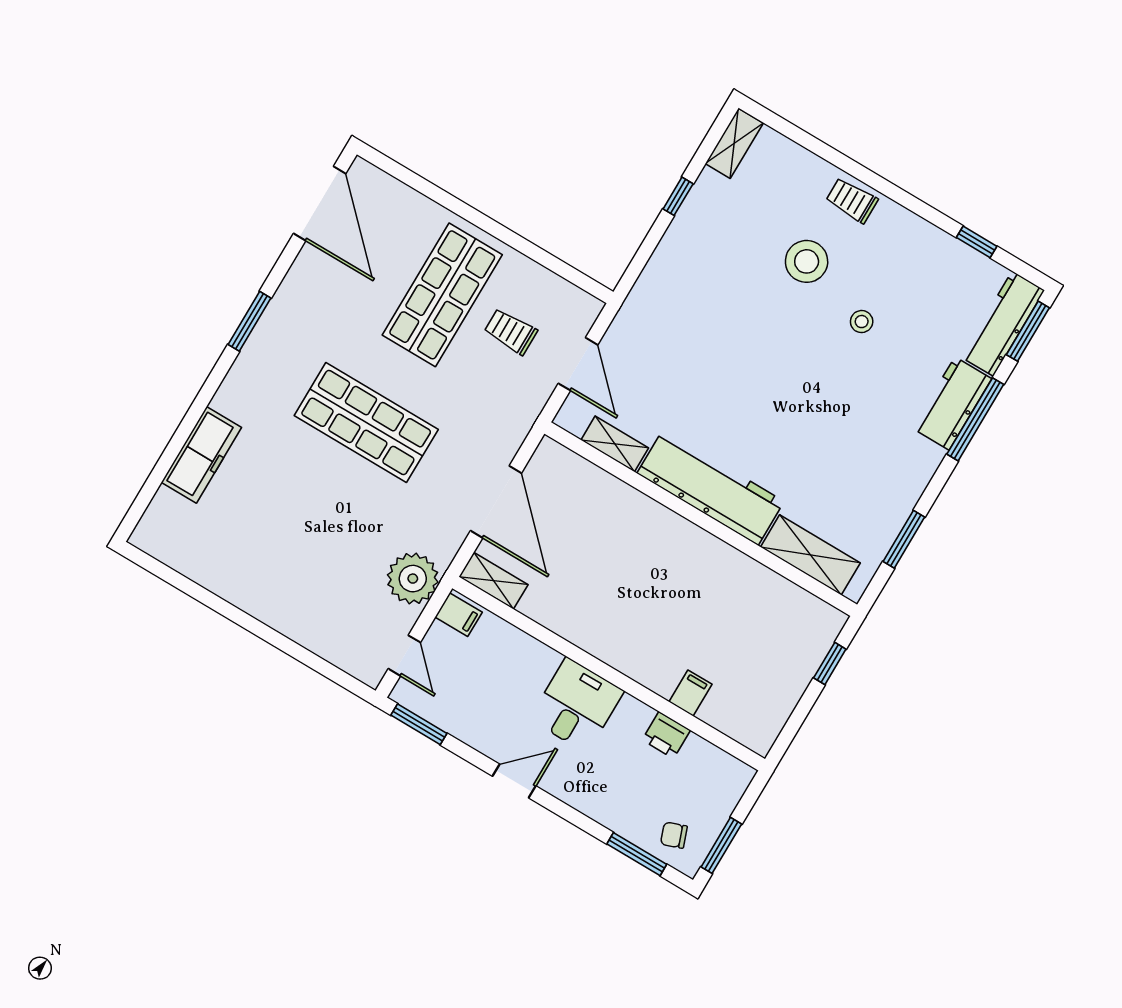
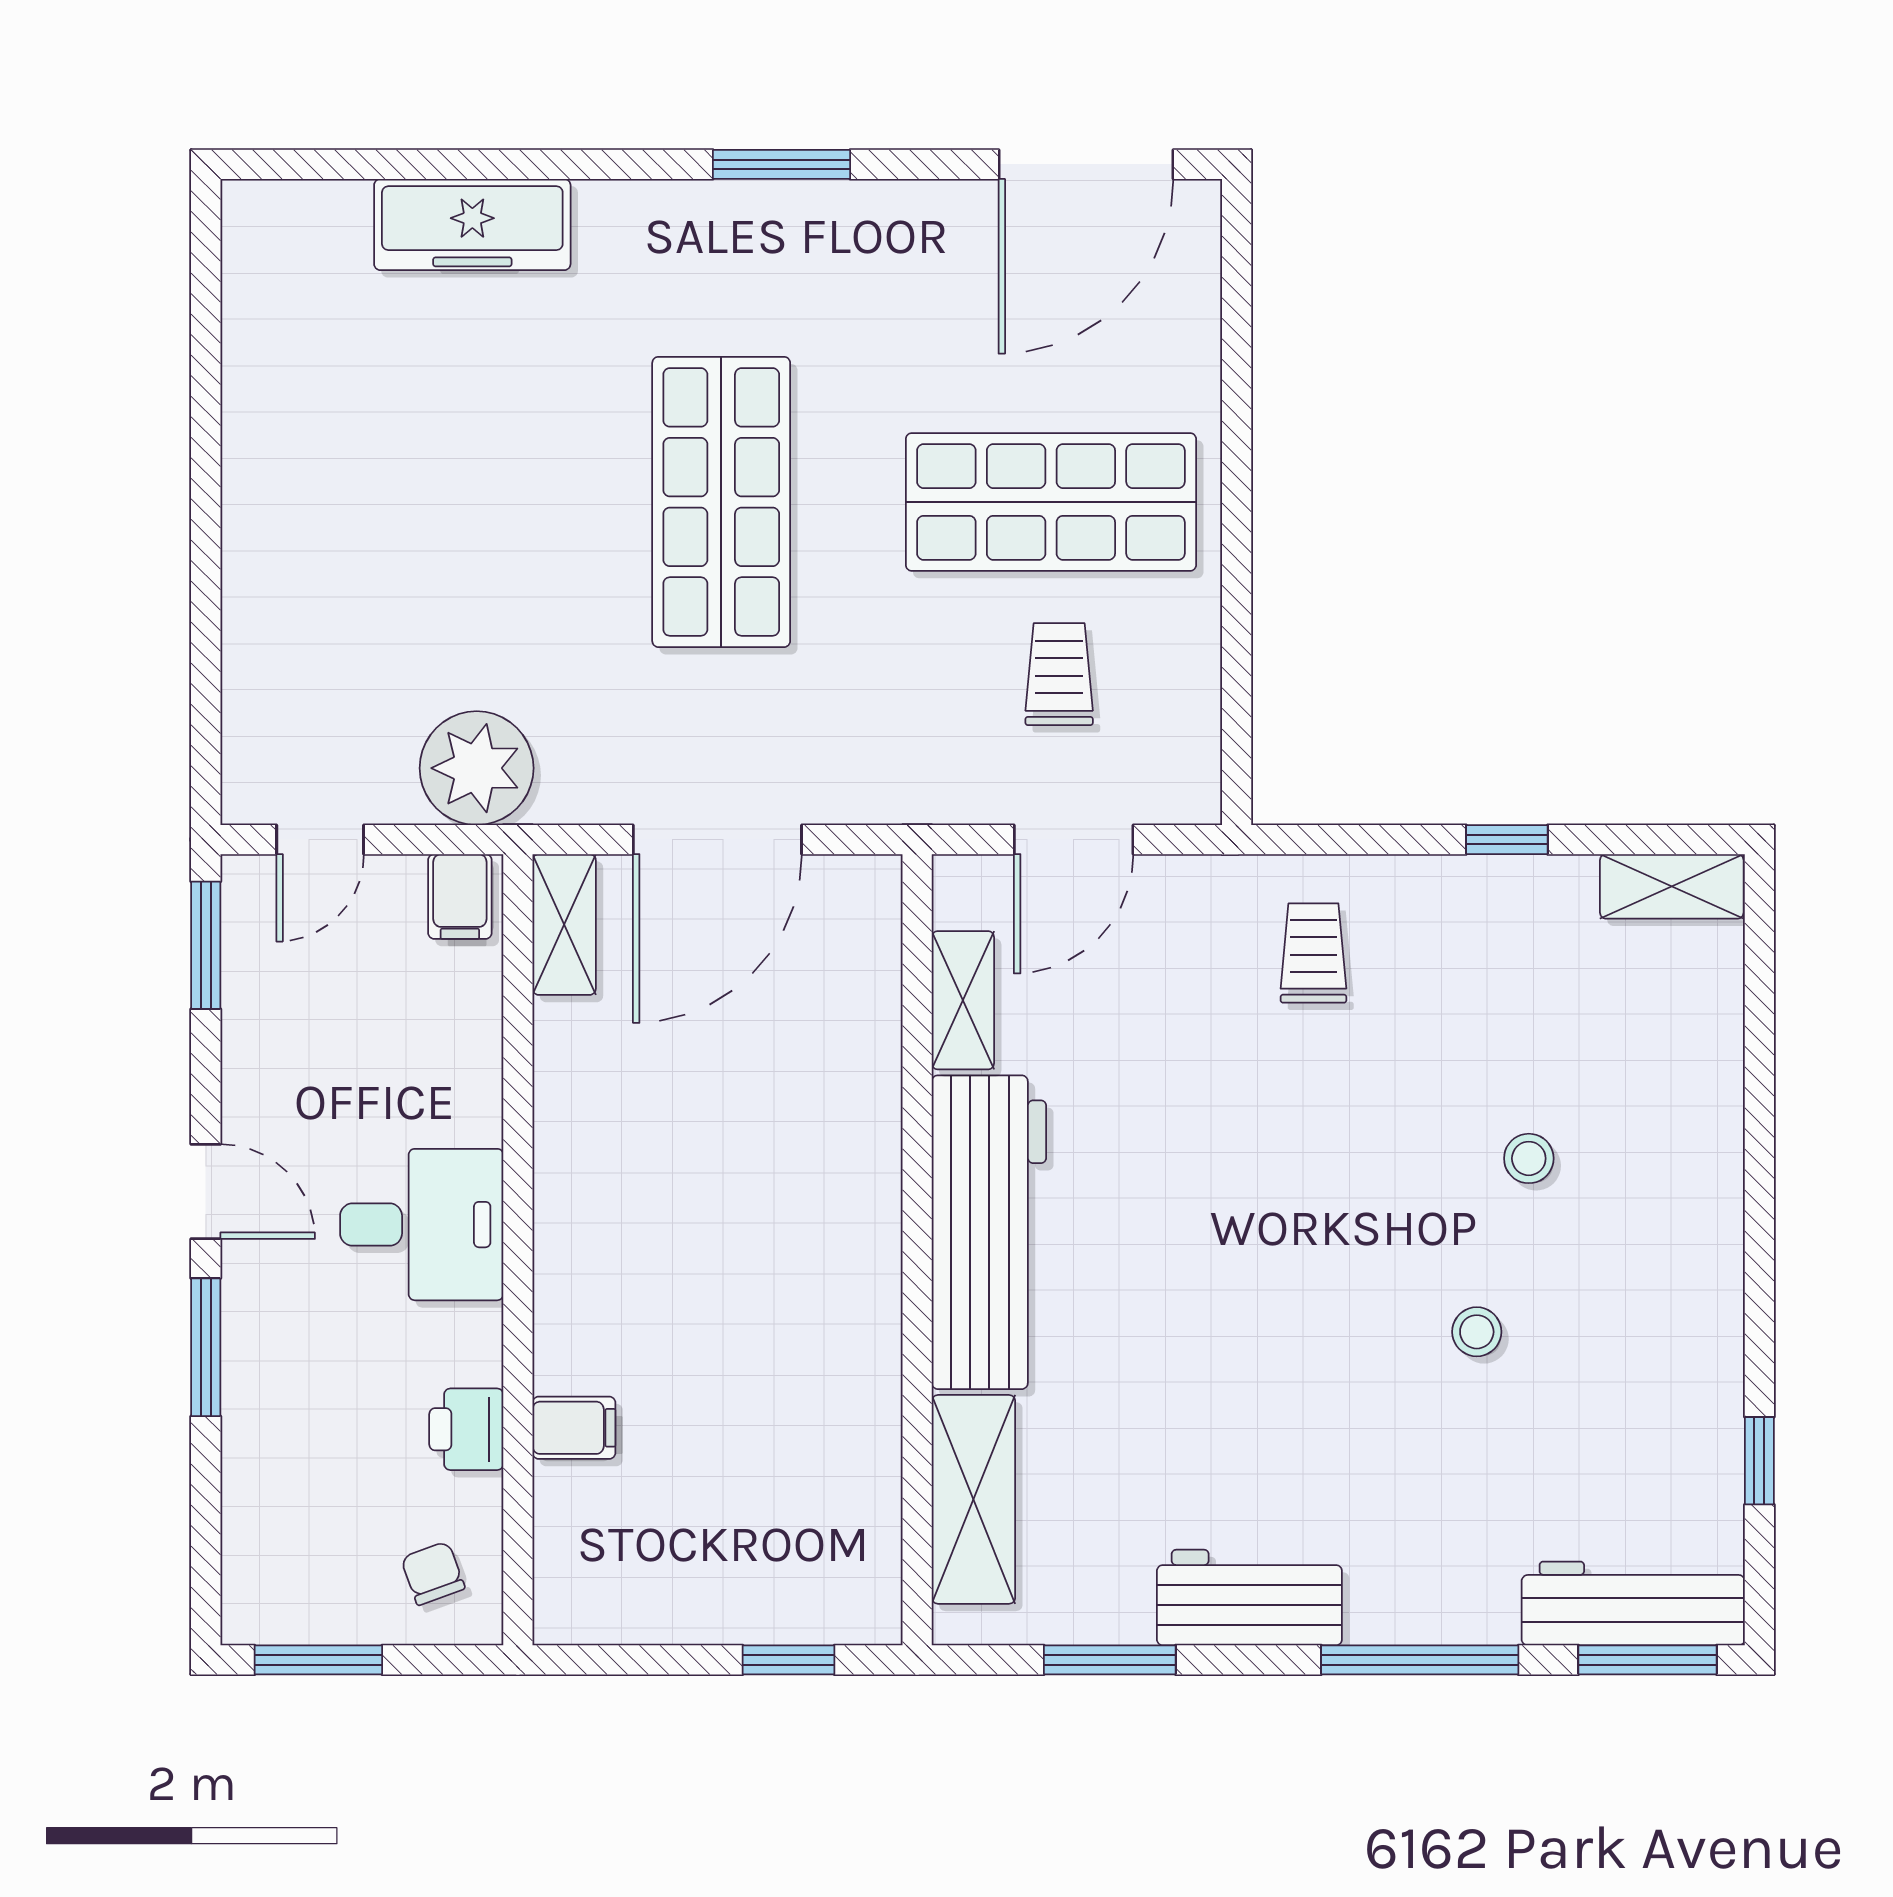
trolley: (852, 200) -> (1313, 953), moved
stool: (807, 261) -> (1529, 1158), width x0.53, depth x0.53
workbench: (952, 404) -> (1249, 1598), moved
chair: (674, 835) -> (433, 1573), moved
window: (637, 854) -> (206, 1347), moved

